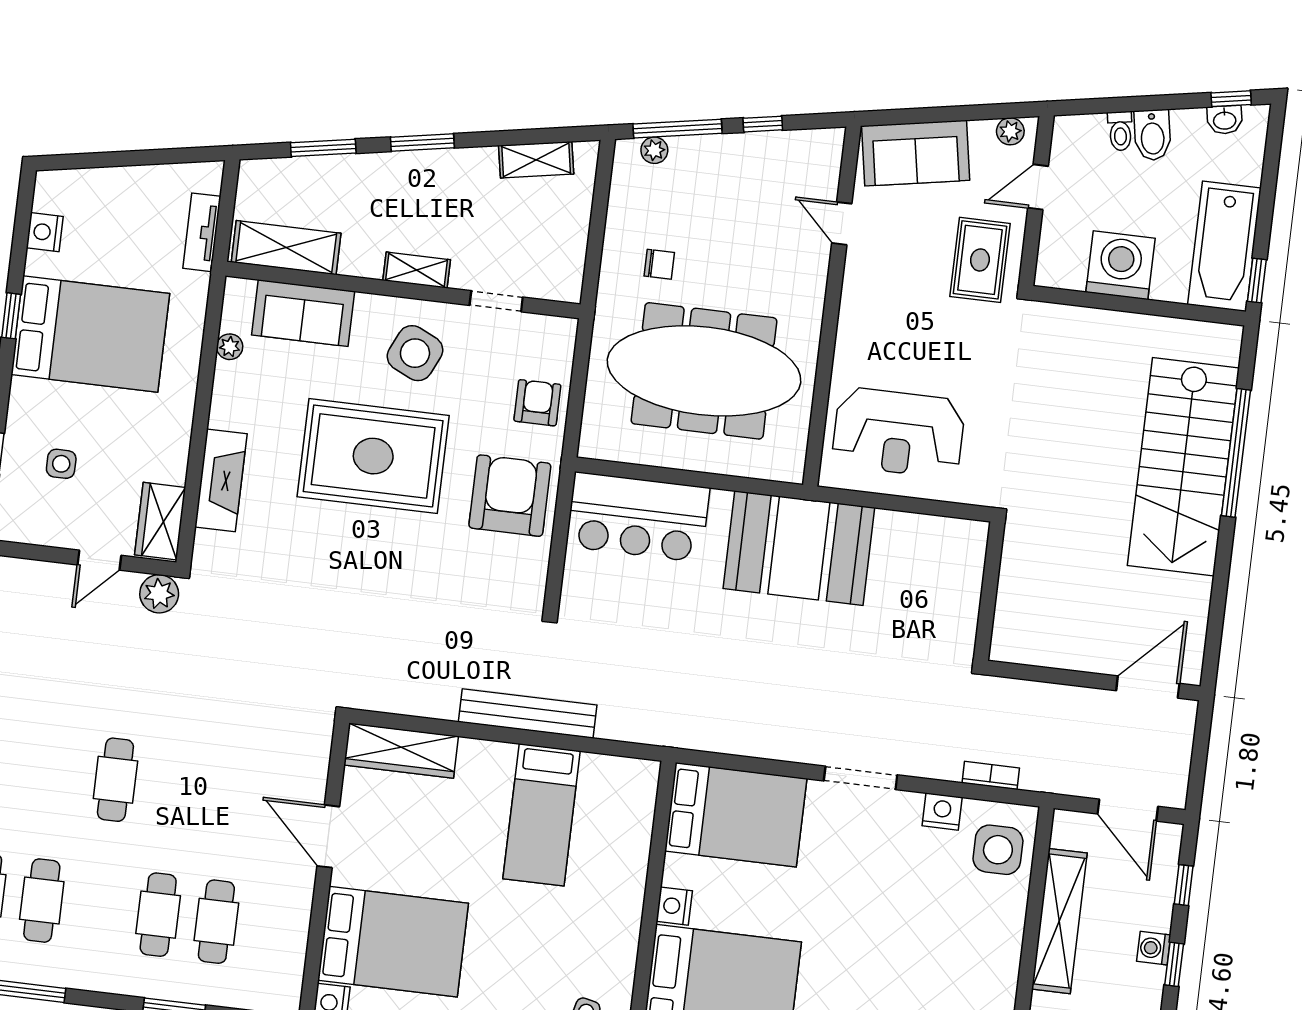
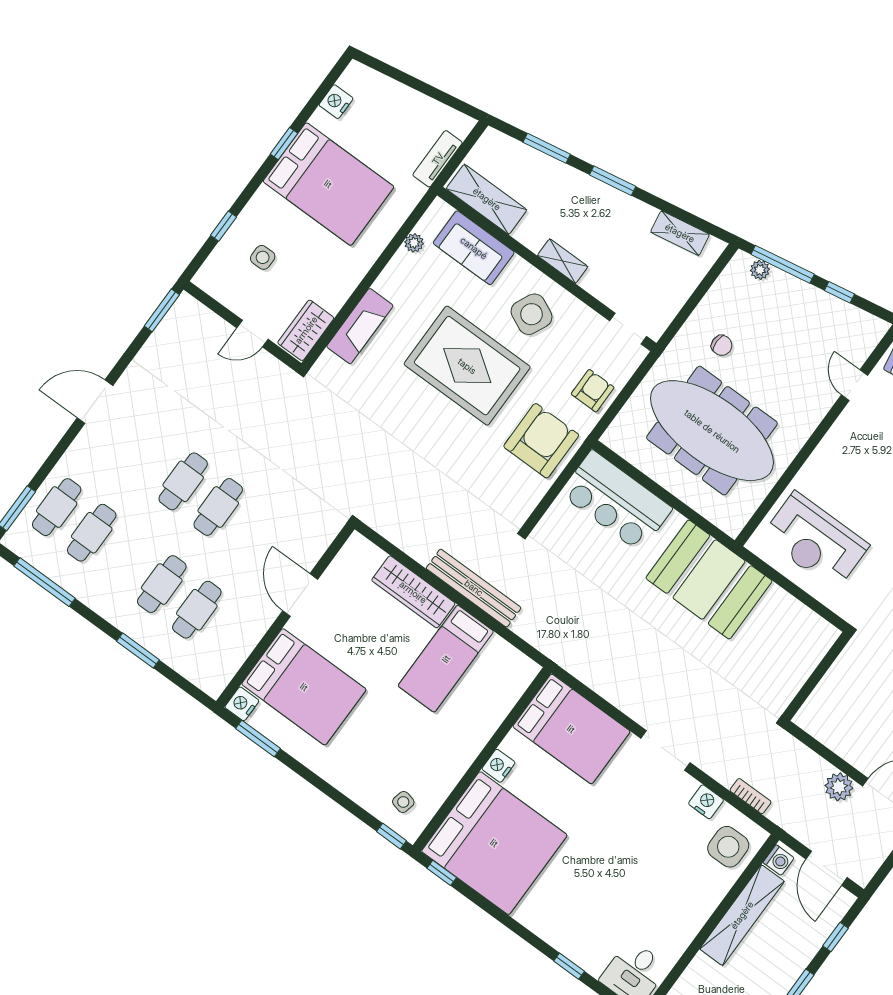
doorway: (496, 301) -> (628, 329), moved
plant: (159, 594) -> (839, 787), moved
wardrobe: (401, 751) -> (413, 592), moved
cafe table: (174, 787) -> (218, 507), added
washing machine: (1154, 948) -> (779, 860), moved, turned 180

